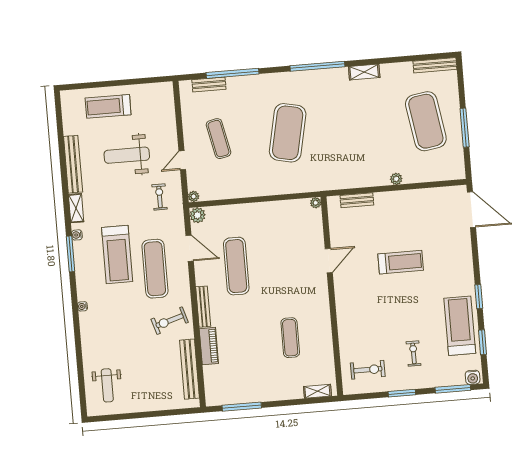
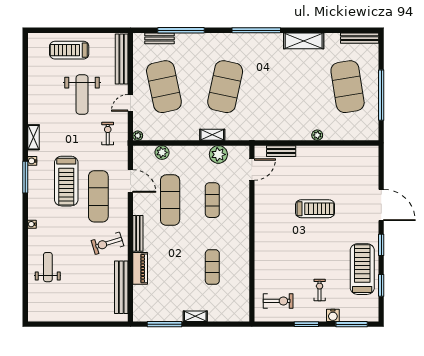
shelving: (364, 72) -> (304, 41), width x1.50, depth x1.33
window: (465, 128) -> (381, 95), width x1.46
exercise mat: (219, 139) -> (164, 87), width x2.00, depth x1.45
weight bench: (127, 155) -> (82, 94), turned -90
bench: (73, 164) -> (122, 59), moved
shelving: (278, 188) -> (212, 135), added
plant: (316, 203) -> (218, 154), moved, width x1.88, depth x1.88
door: (471, 210) -> (381, 205), moved
plant: (198, 215) -> (162, 152), moved
door: (329, 261) -> (252, 170), moved
exercise mat: (284, 262) -> (212, 200), added
water cooler: (473, 377) -> (333, 315), moved
weight bench: (107, 385) -> (48, 267), moved, turned 180
shelving: (317, 391) -> (195, 316), moved

